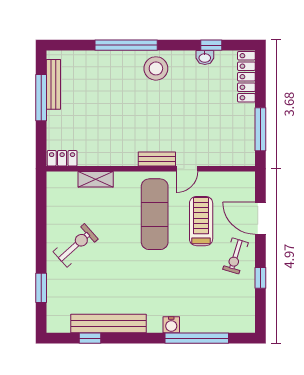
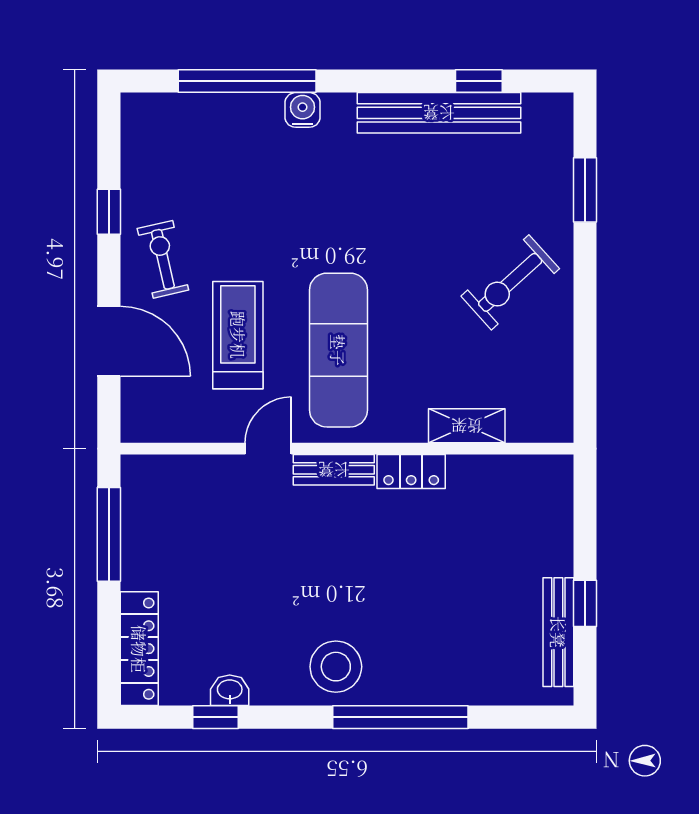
window: (41, 98) -> (585, 603), width x0.46
locker: (62, 158) -> (411, 472), moved
treadmill: (201, 221) -> (238, 335), turned 180
exercise bike: (235, 256) -> (163, 259), turned -30

